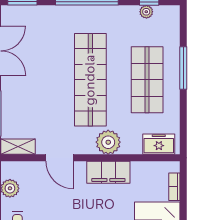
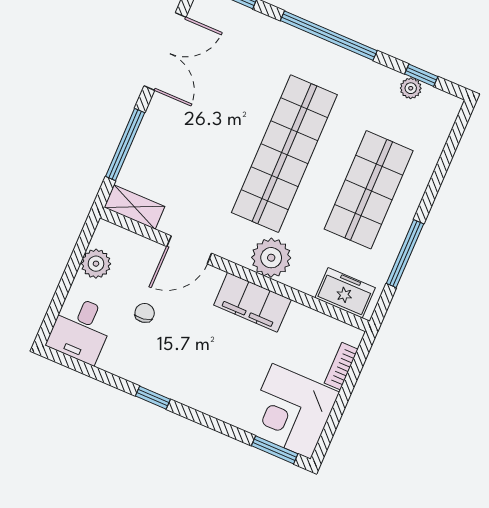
window: (183, 68) -> (405, 254), moved
door: (60, 158) -> (189, 250), hinge flipped
chair: (50, 205) -> (145, 313), added

